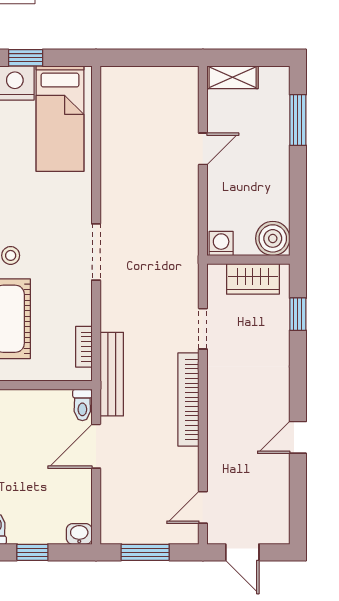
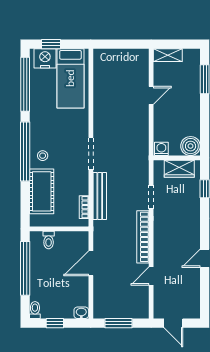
bench: (112, 374) -> (100, 196), moved
toilet: (82, 405) -> (49, 240), moved
door: (203, 507) -> (151, 276), moved

